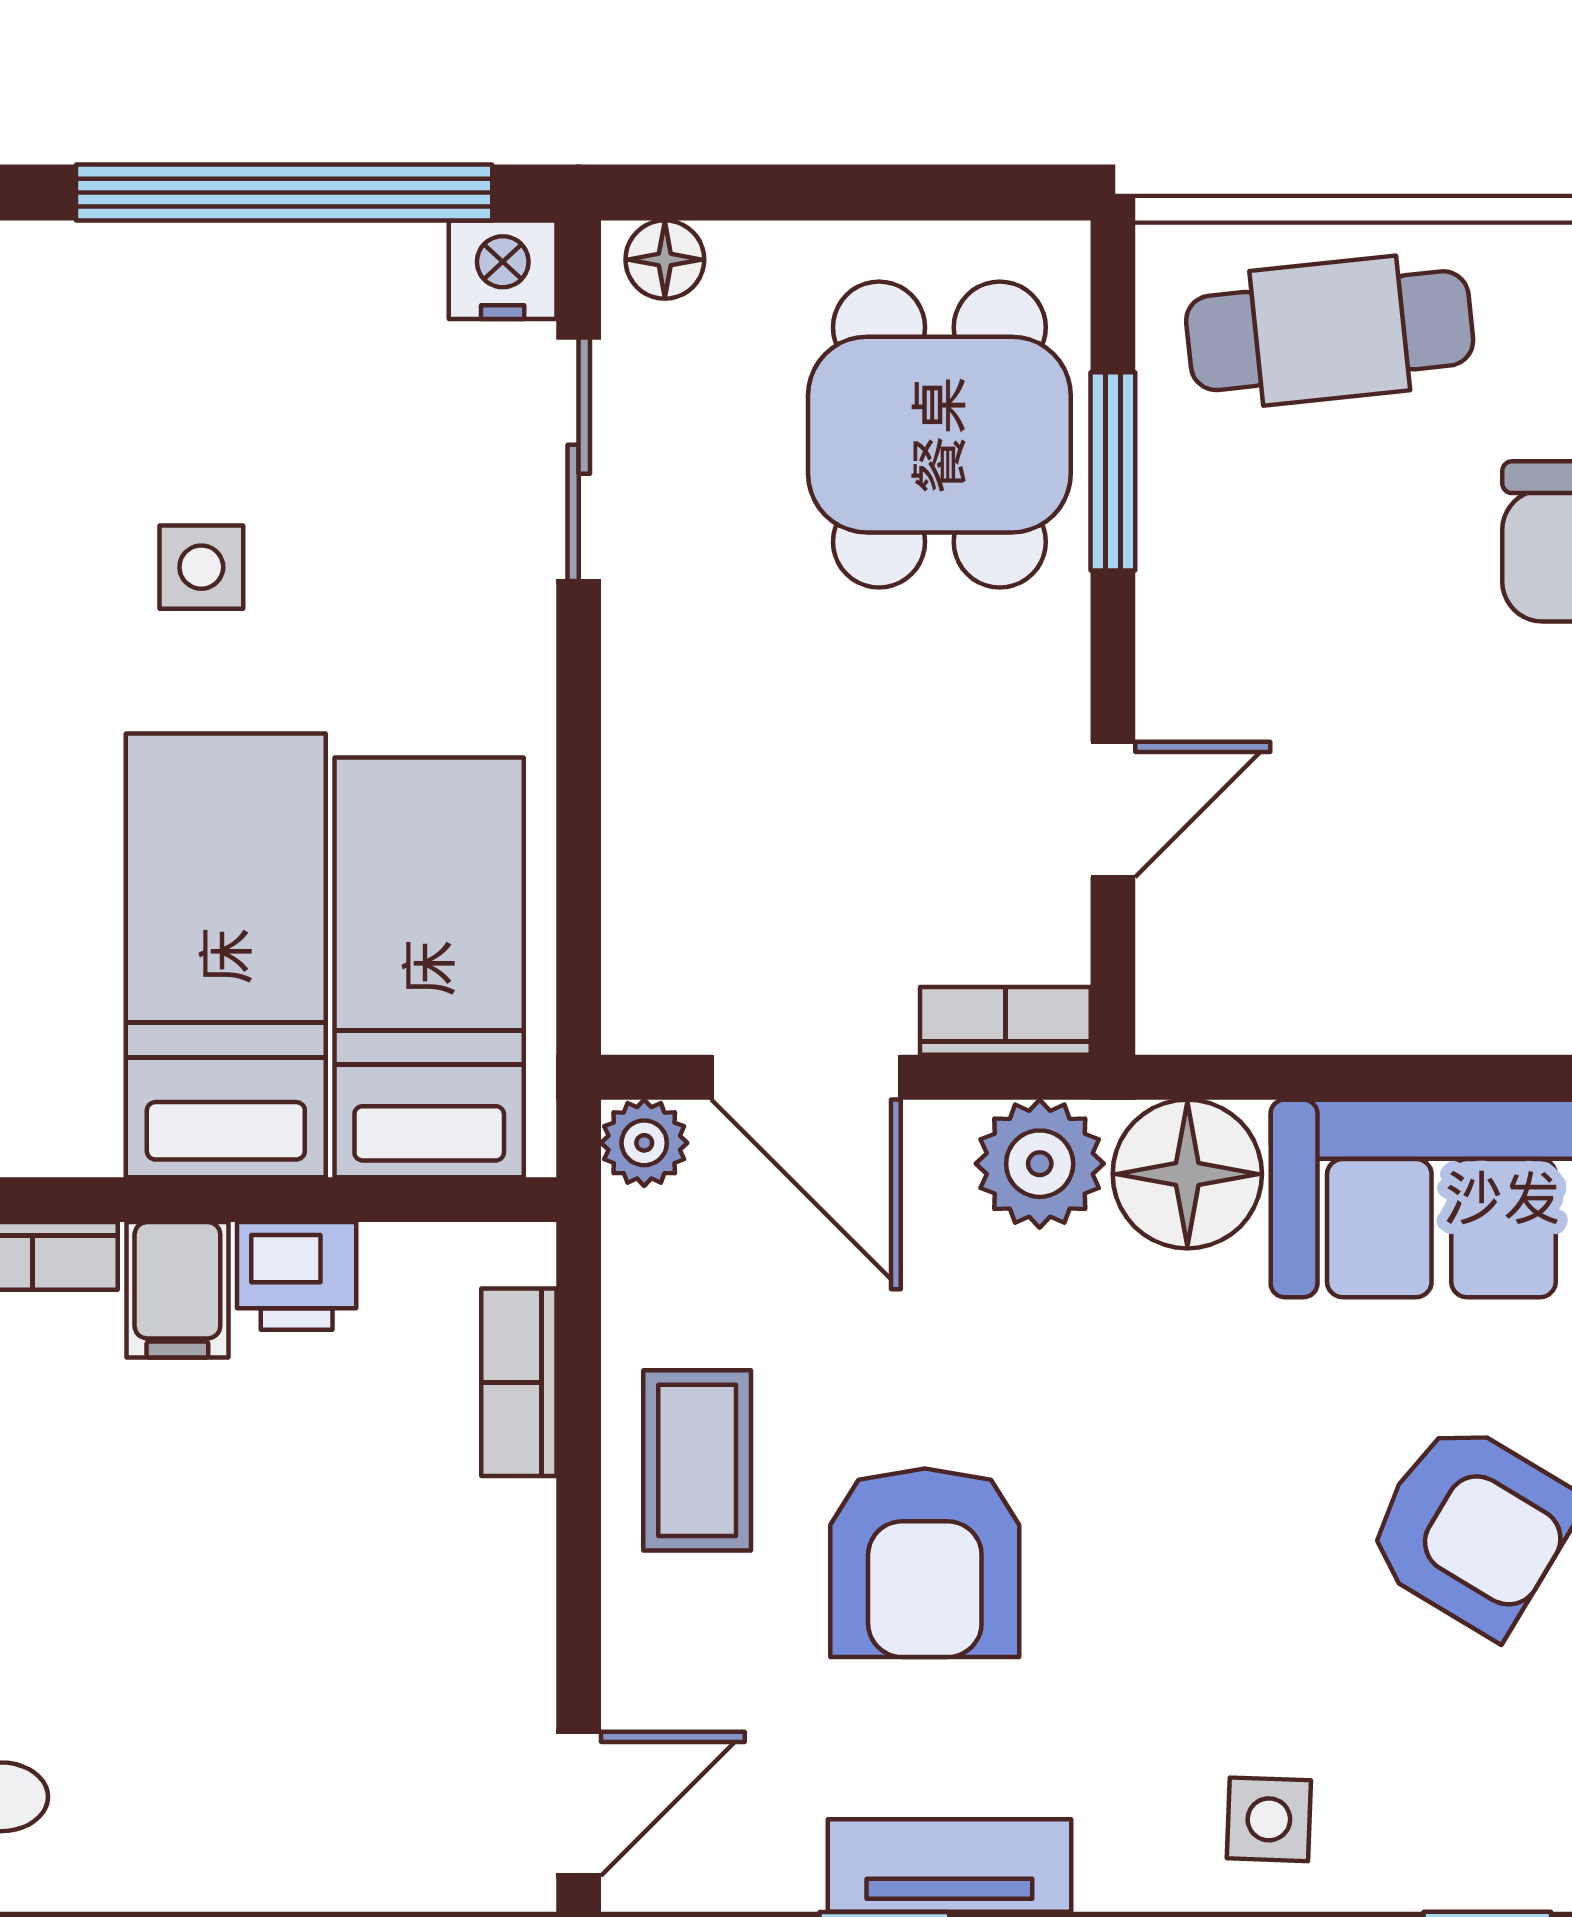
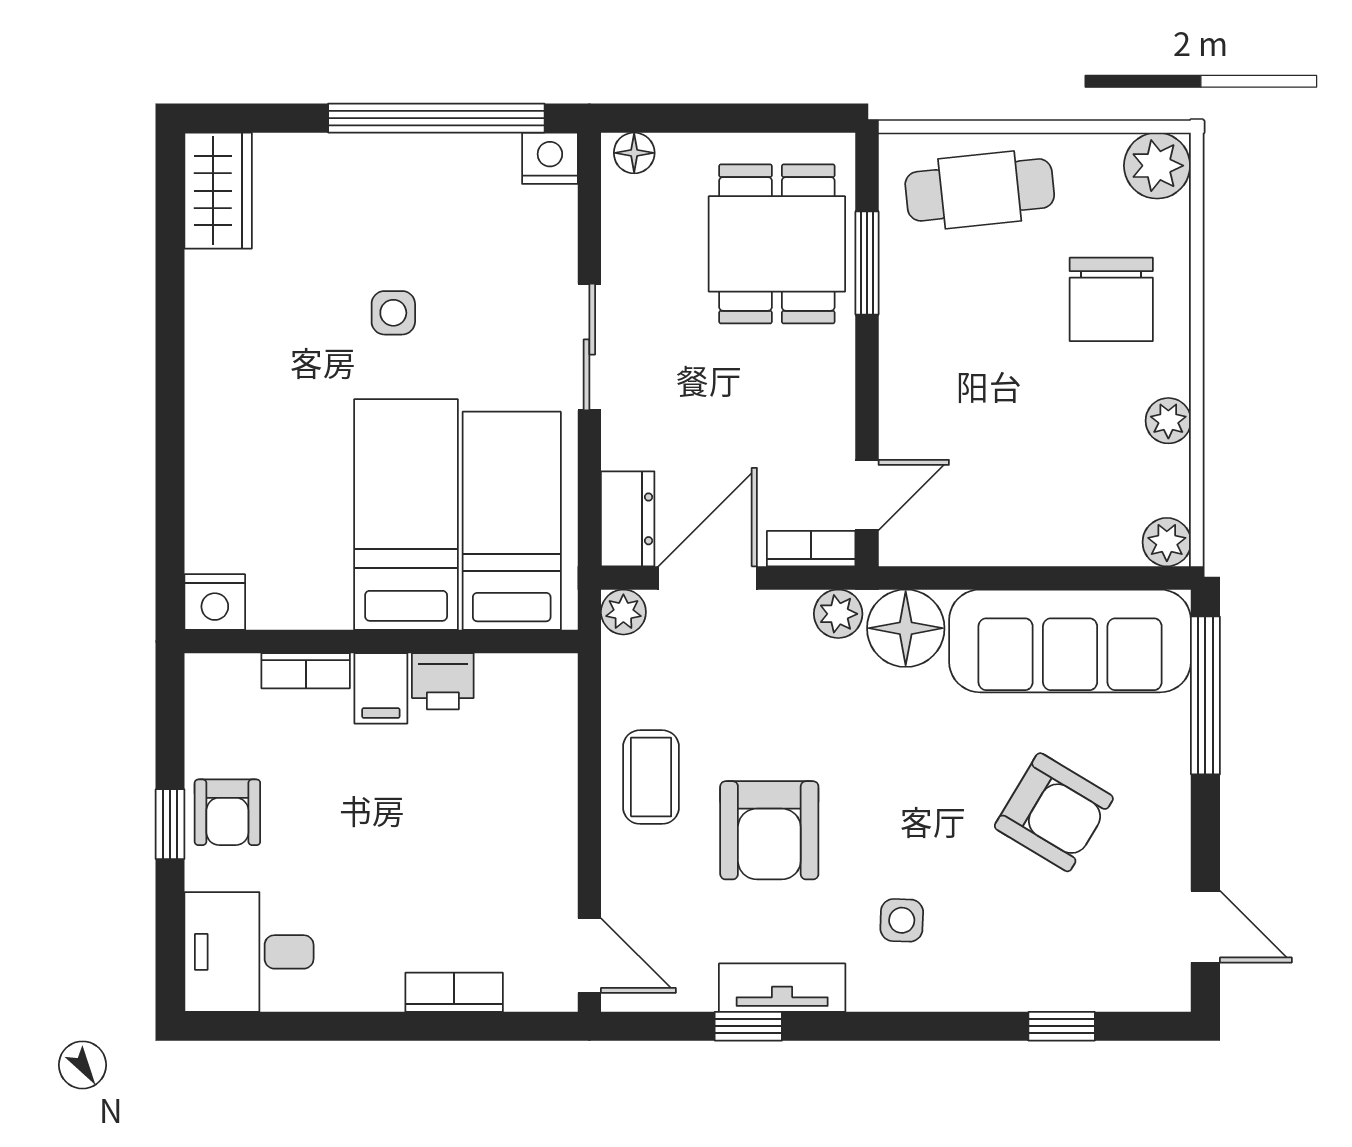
sliding door: (579, 459) -> (589, 347), moved
door: (1113, 810) -> (867, 495), moved
dresser: (652, 964) -> (628, 519), added
door: (806, 1077) -> (708, 578), swing flipped
plant: (1040, 1164) -> (838, 614), width x0.73, depth x0.73
bookcase: (519, 1382) -> (454, 992), moved, turned 90
door: (579, 1804) -> (589, 956), hinge flipped
side table: (1269, 1819) -> (902, 920), moved

